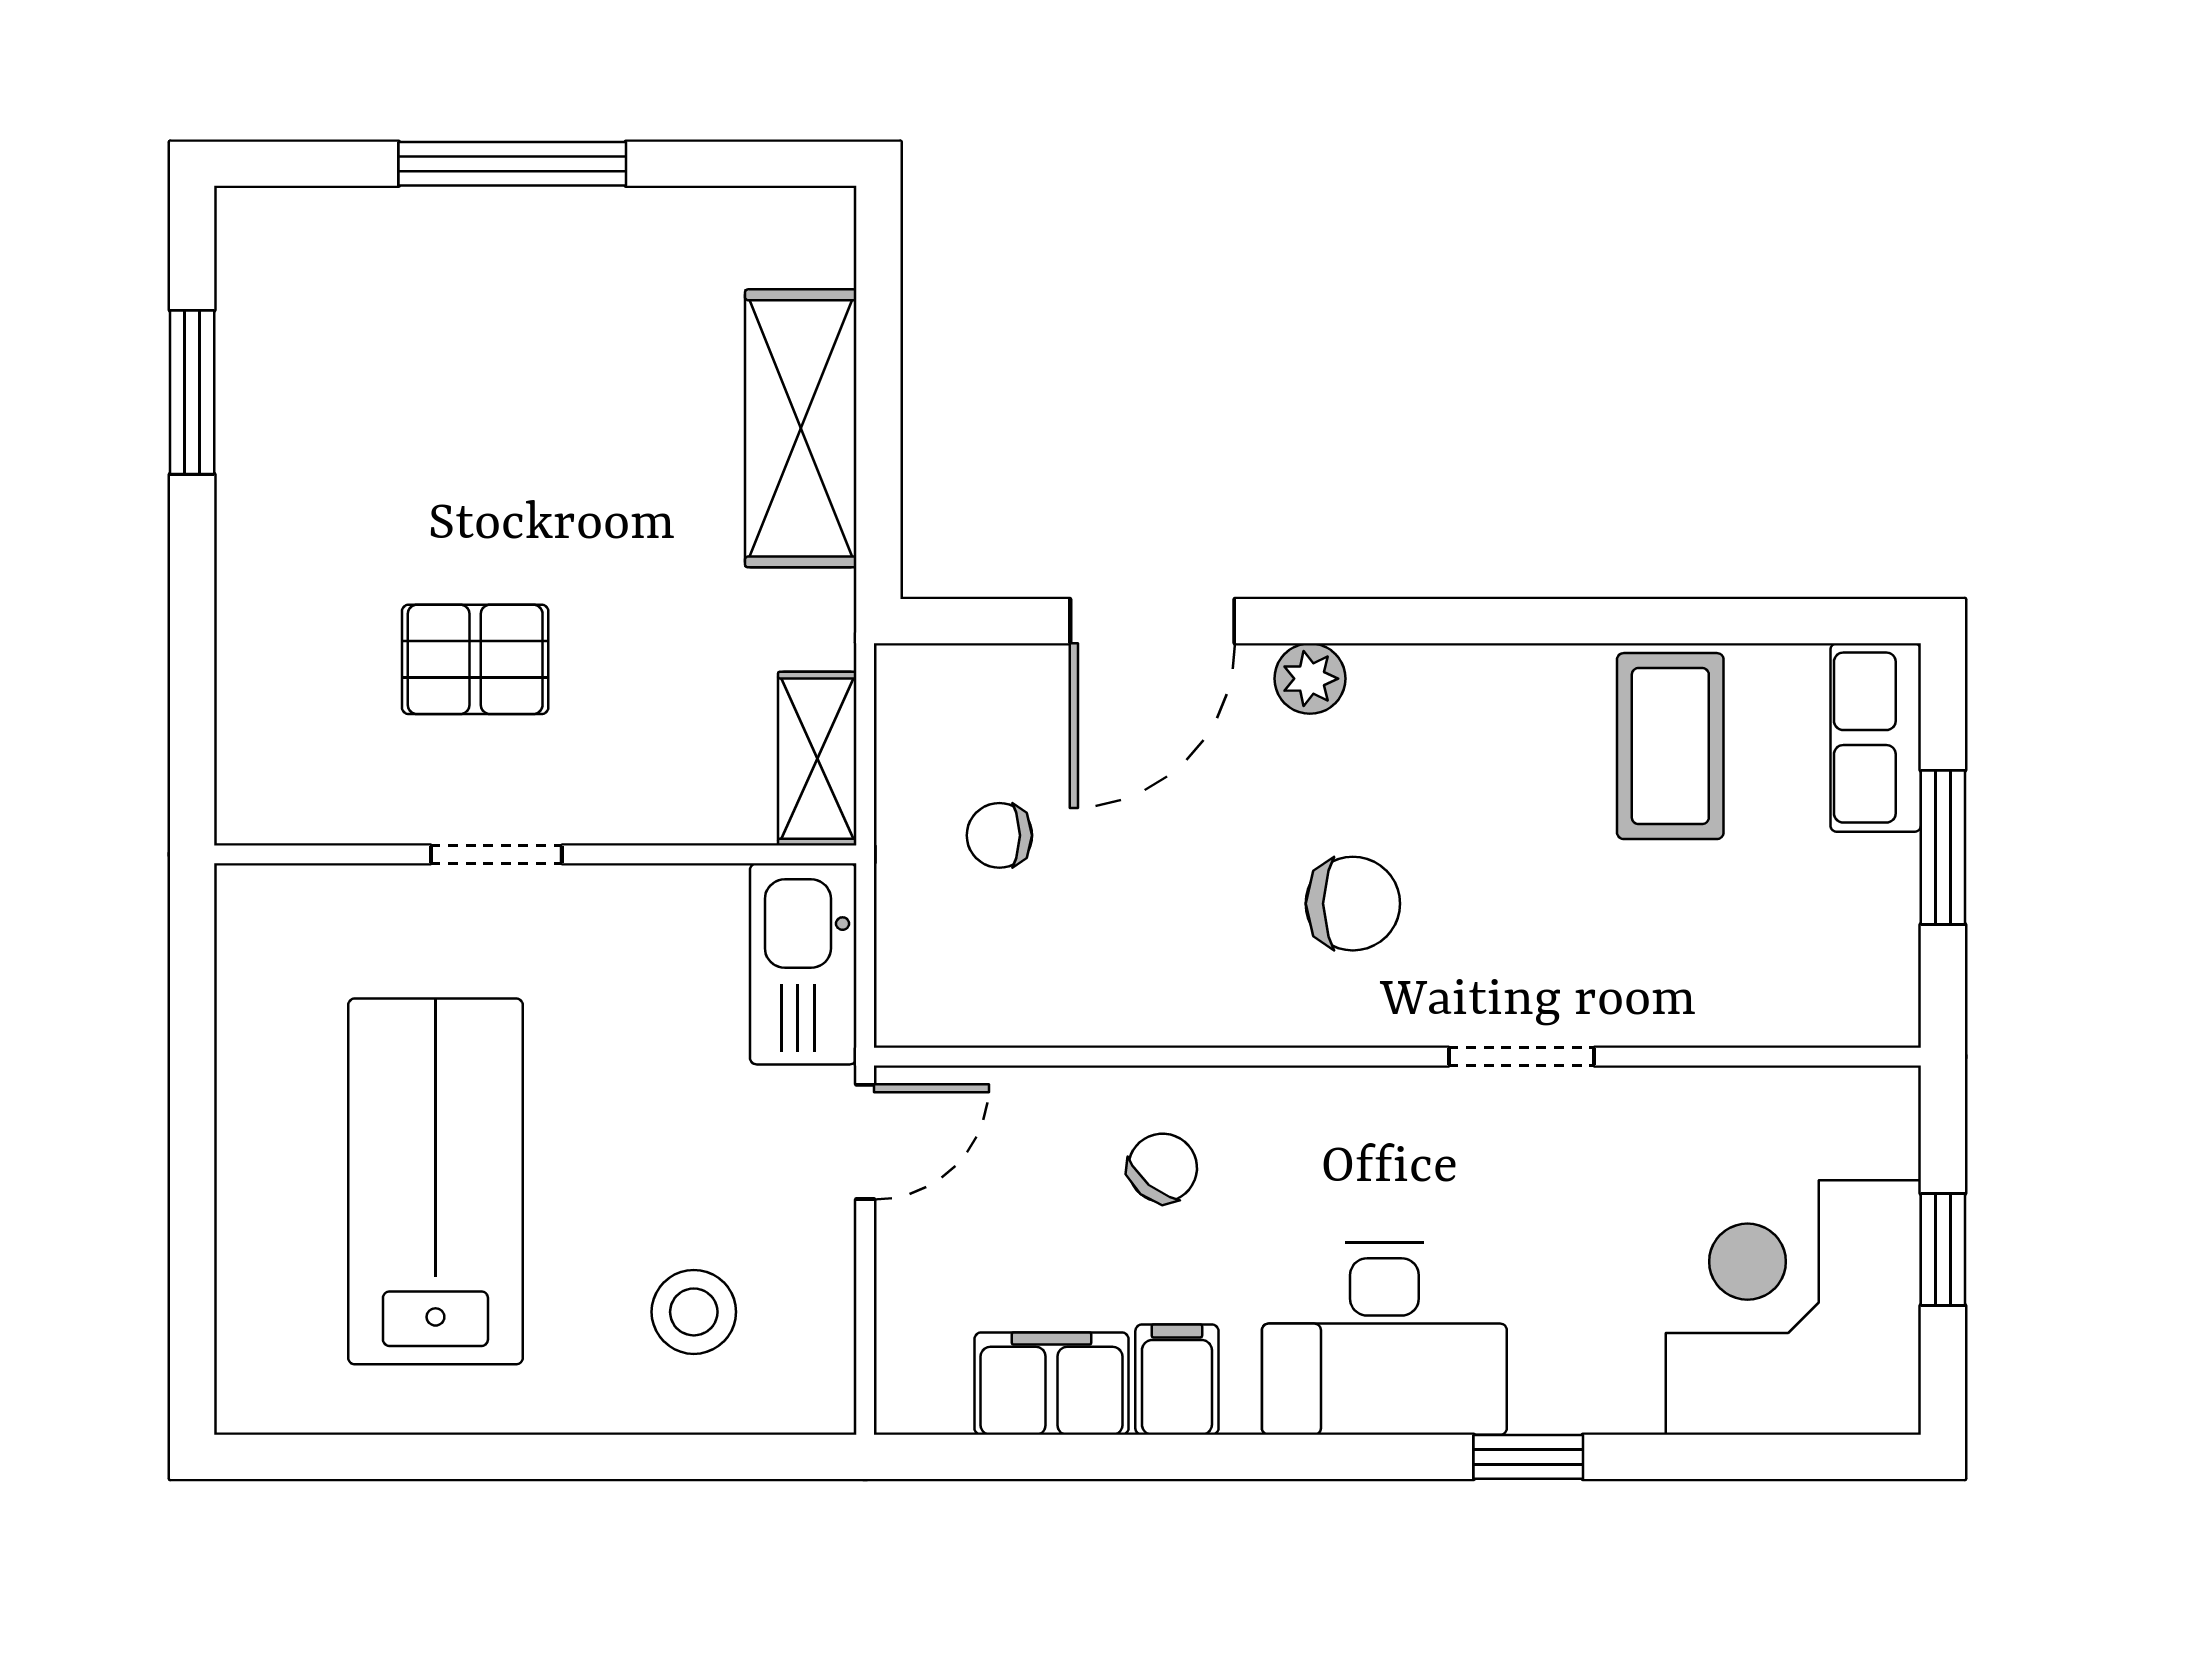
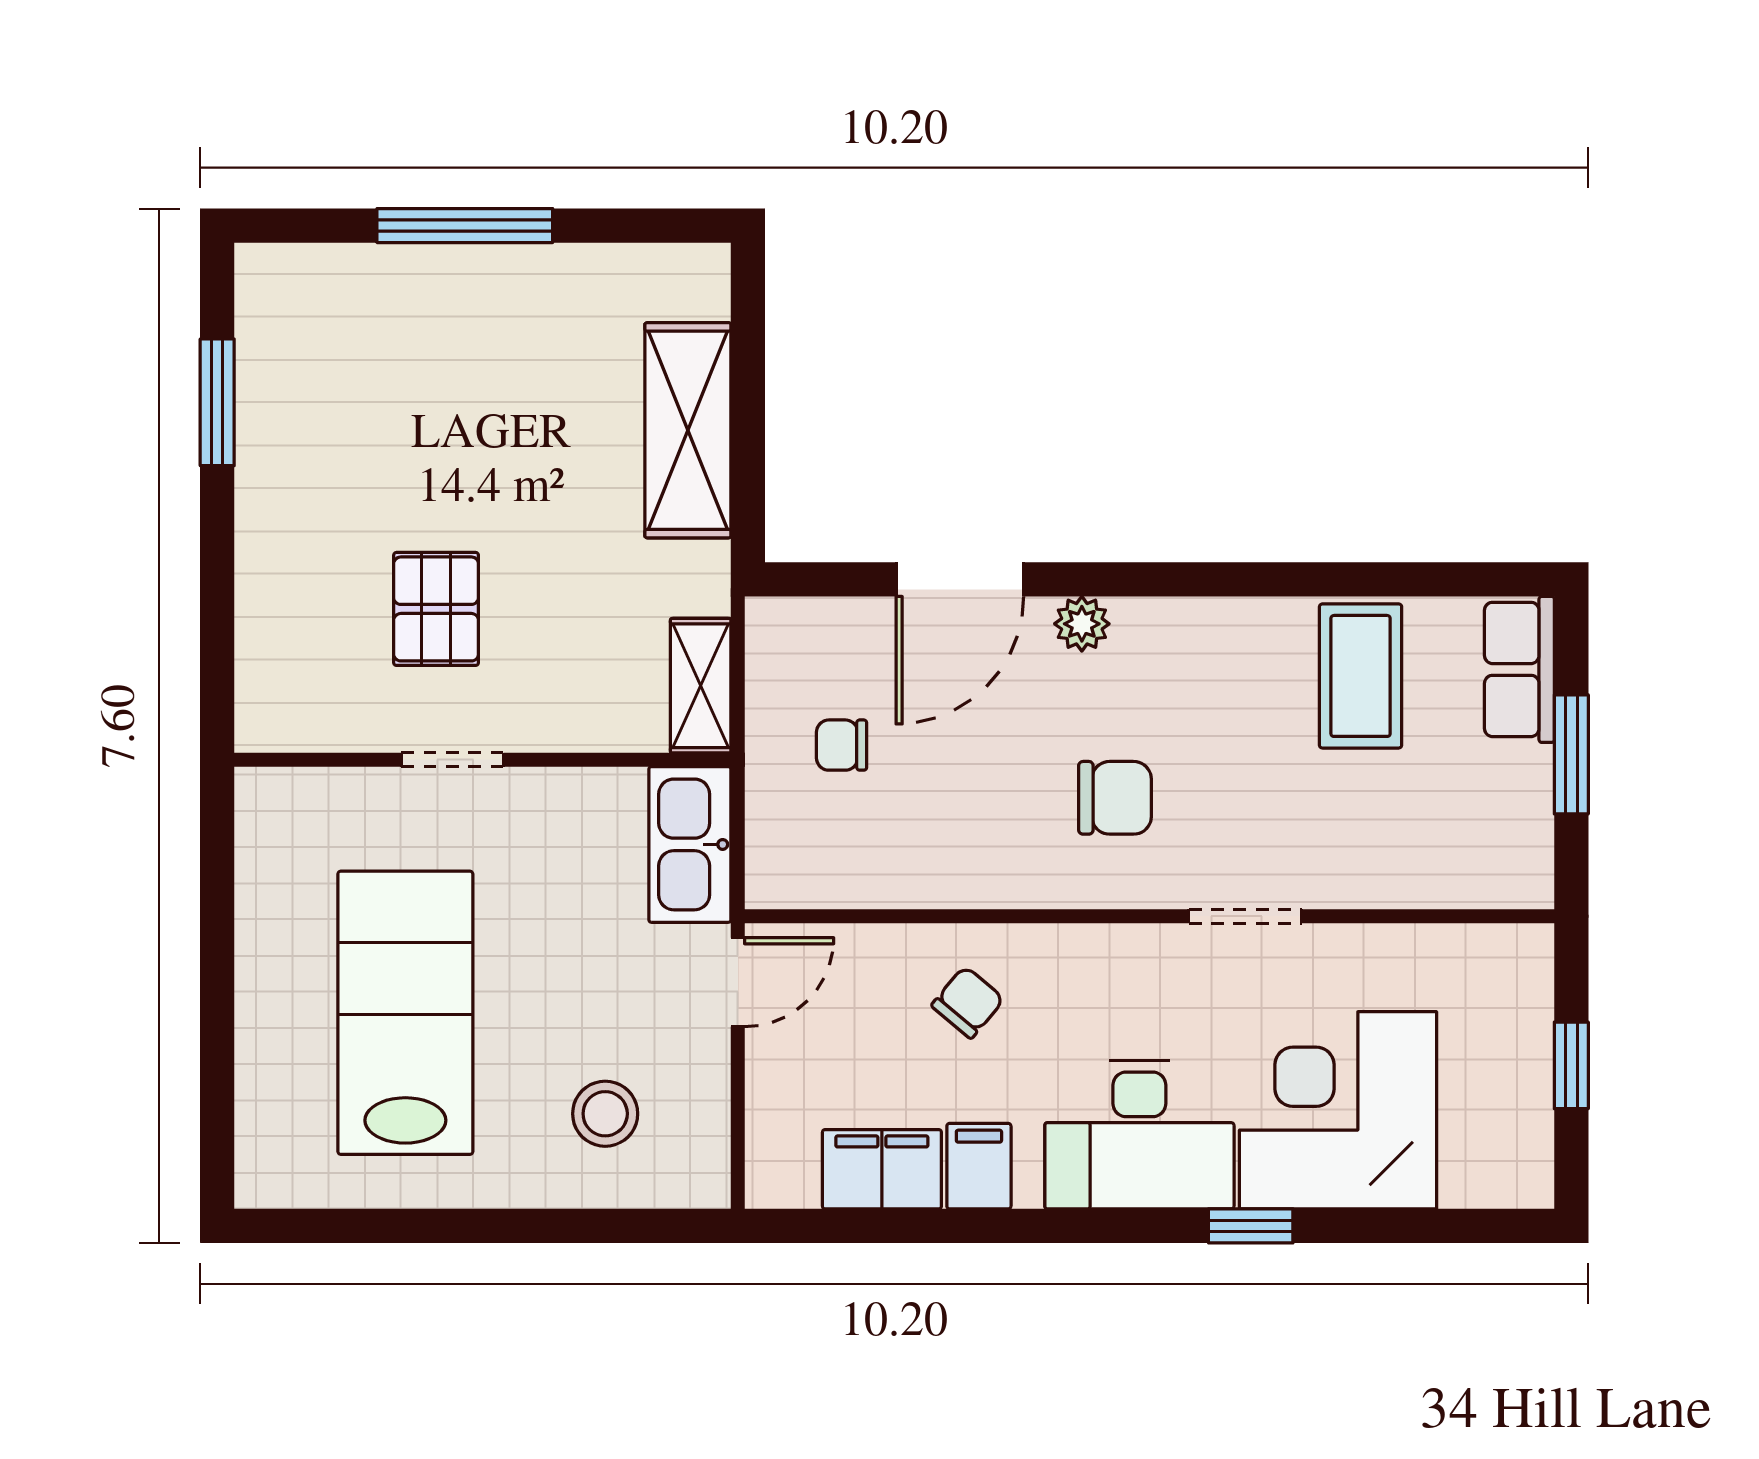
pallet: (475, 659) -> (436, 609), turned 90
corner desk: (1793, 1307) -> (1338, 1110), moved

